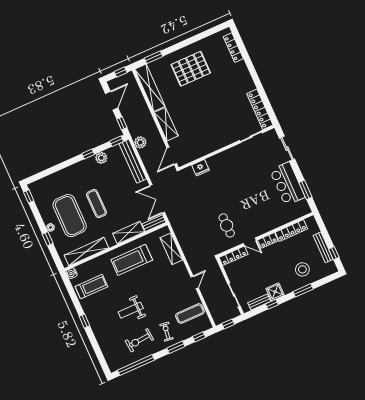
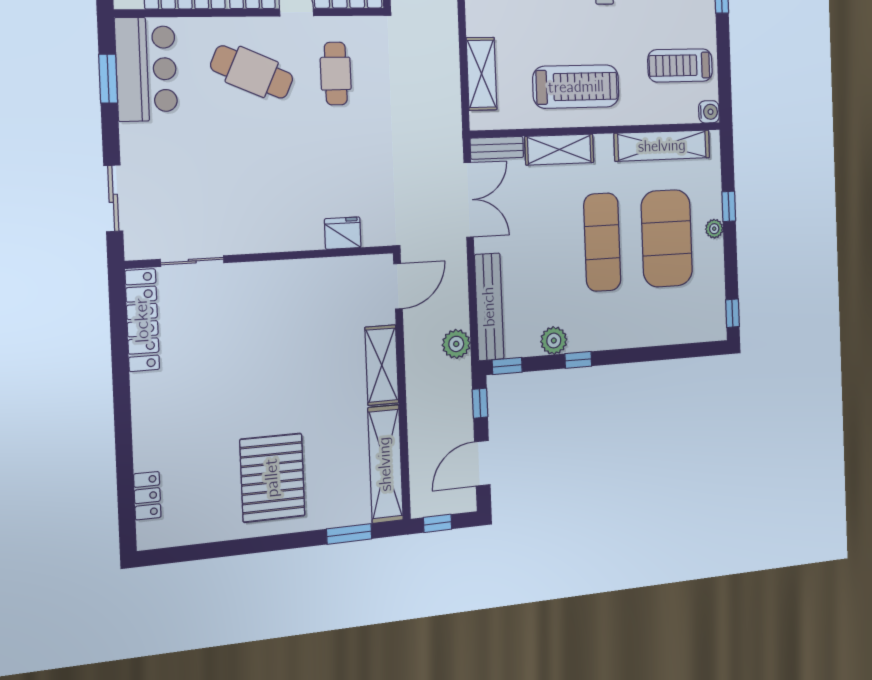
locker: (233, 48) -> (147, 496), width x0.66
pallet: (191, 69) -> (272, 478), turned 90
bar counter: (287, 184) -> (146, 69), moved
exercise mat: (96, 204) -> (602, 242), width x1.36, depth x1.45
cafe table: (257, 213) -> (252, 72), added

